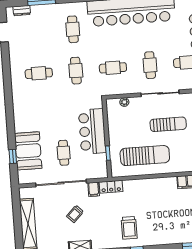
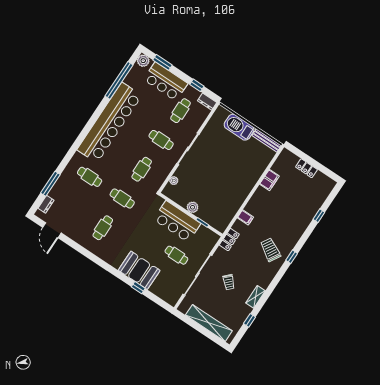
sun lounger: (168, 124) -> (216, 161), removed
plant: (114, 135) -> (193, 207), added
booth: (28, 151) -> (139, 270), moved
window: (13, 156) -> (138, 288), moved
sun lounger: (145, 156) -> (226, 196), removed
filing cabinet: (94, 189) -> (245, 217), moved
trolley: (129, 228) -> (270, 250), turned -150

